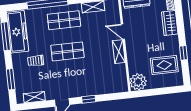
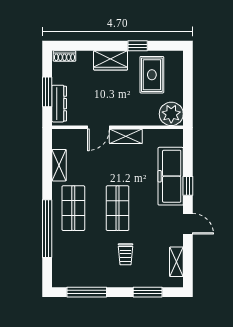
wardrobe: (170, 23) -> (111, 60), moved
freezer: (18, 32) -> (171, 176), moved, turned -90

